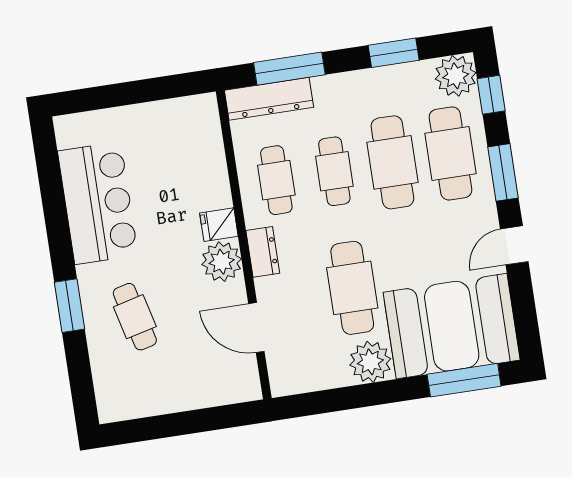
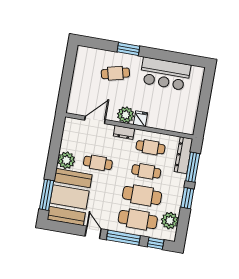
window: (394, 53) -> (187, 198), moved
plant: (456, 76) -> (170, 221), moved
window: (503, 172) -> (123, 238), width x1.44
cafe table: (352, 288) -> (98, 163), width x0.73, depth x0.74

